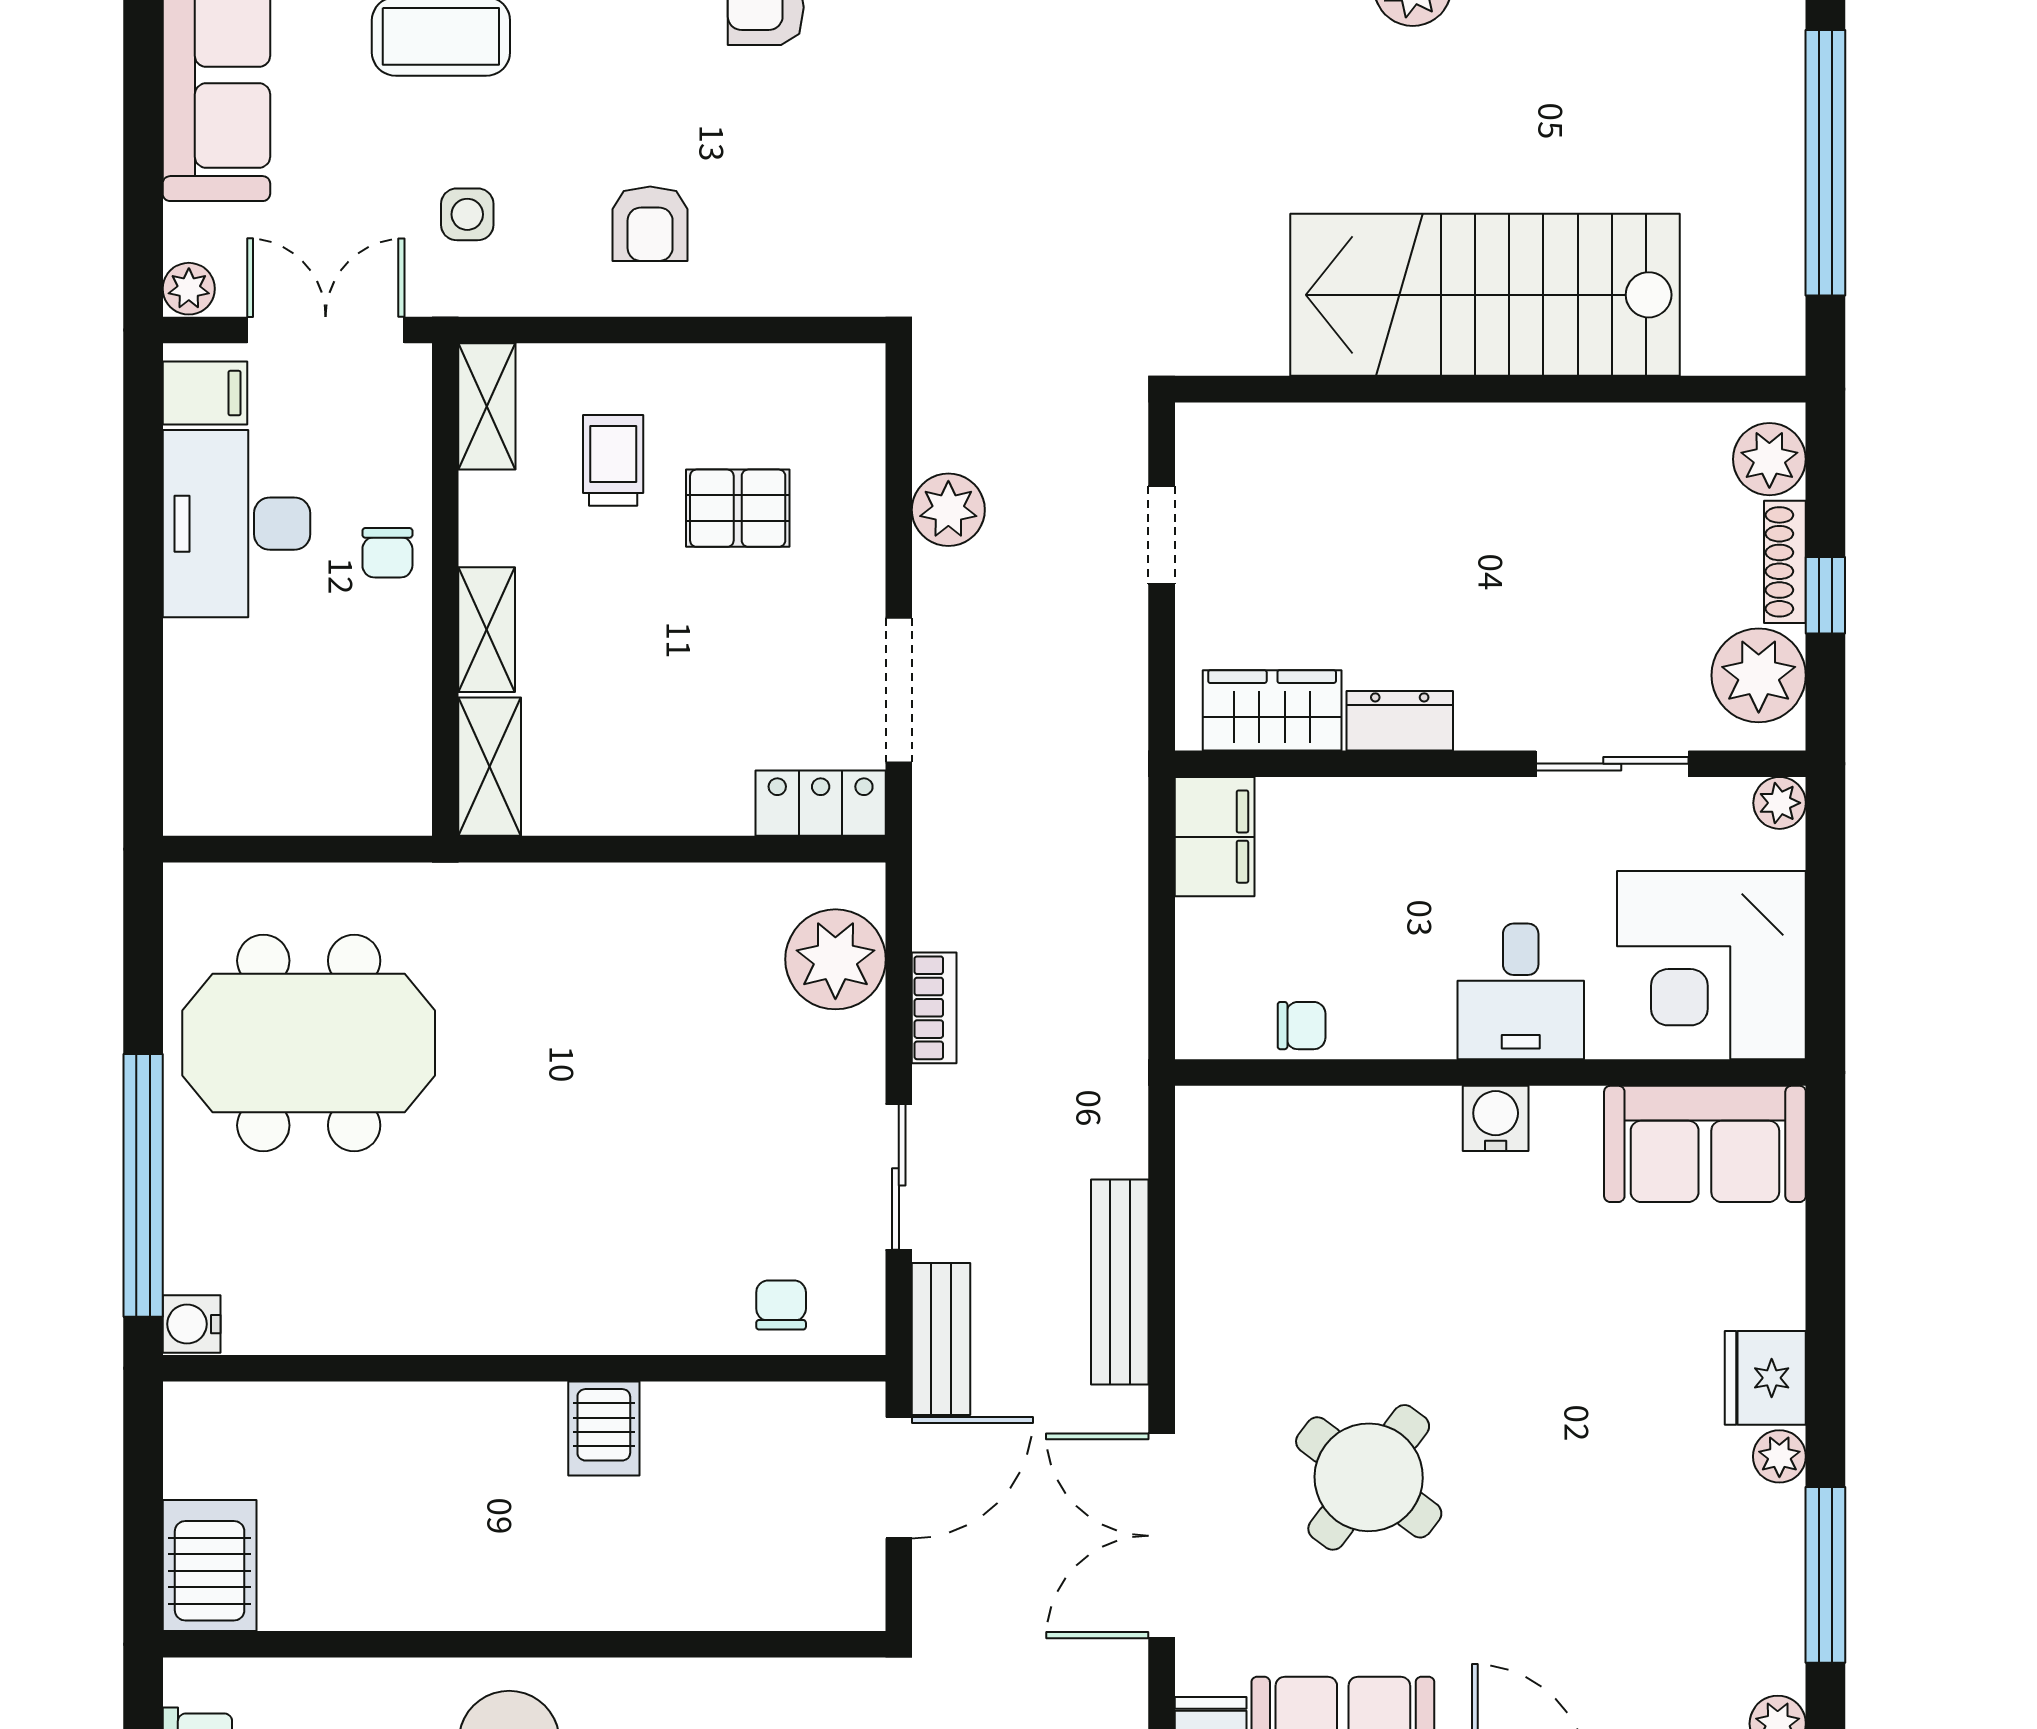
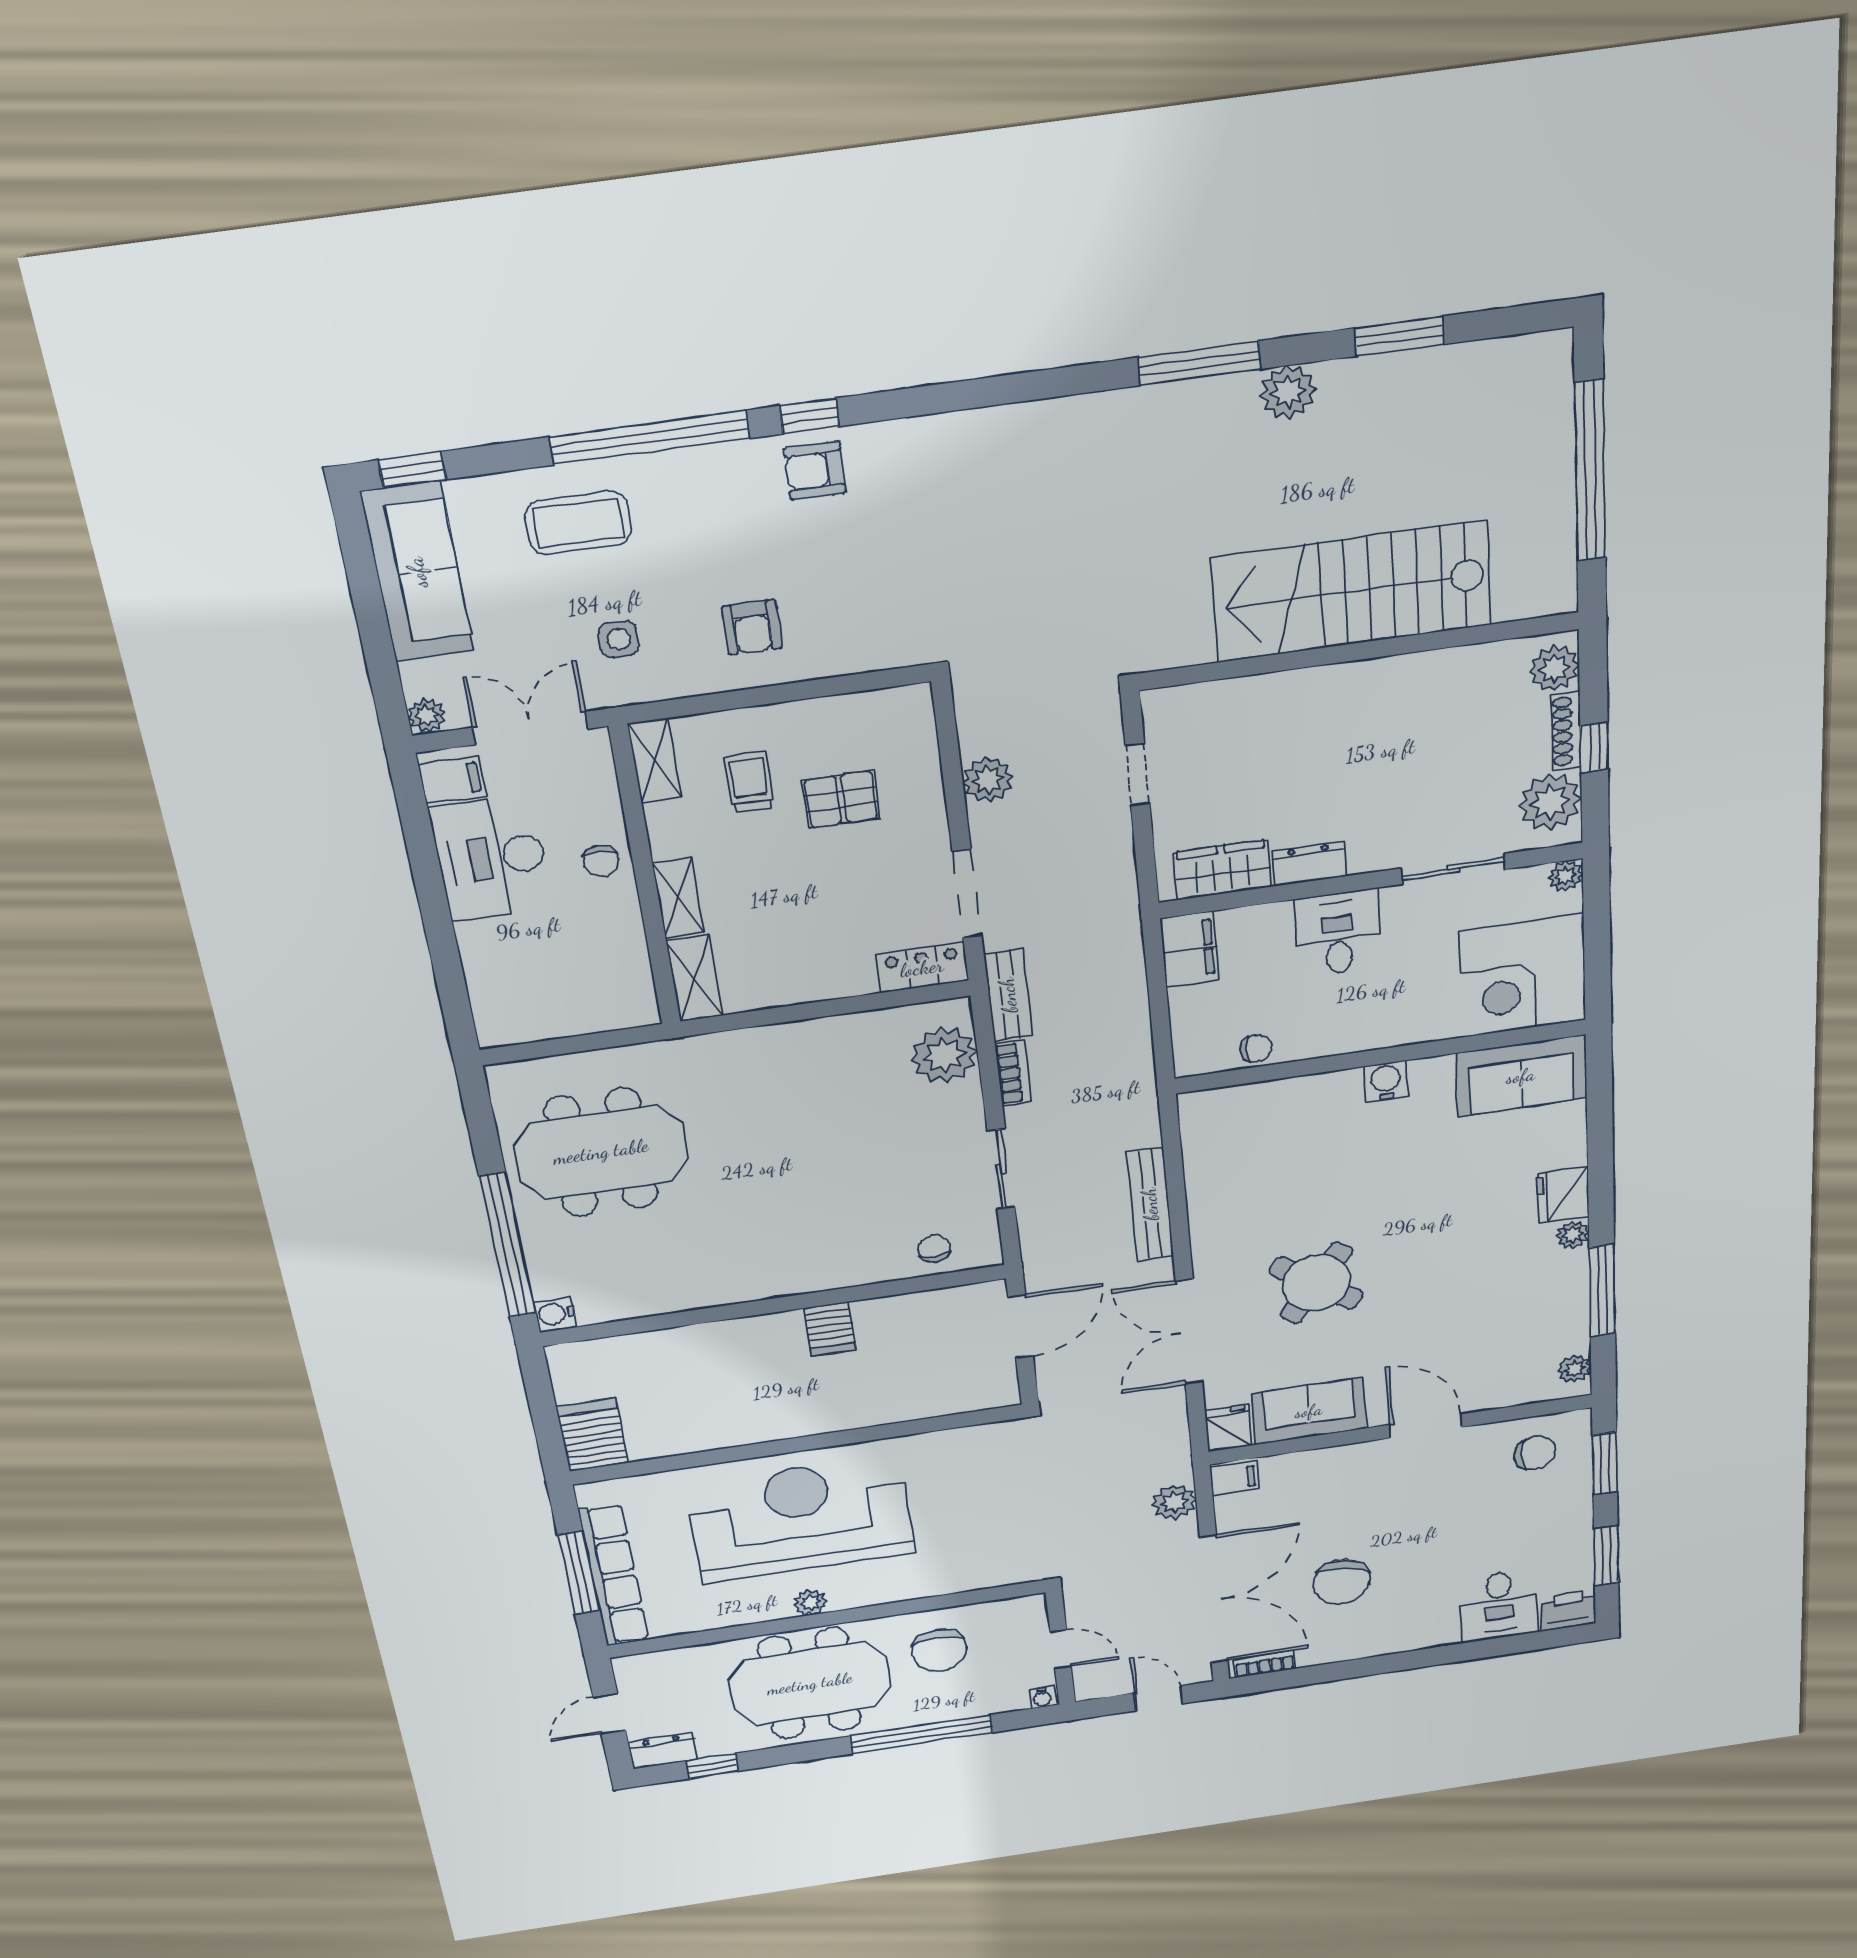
desk: (1521, 991) -> (1338, 933), moved, turned 180
bench: (941, 1339) -> (1008, 995), moved

